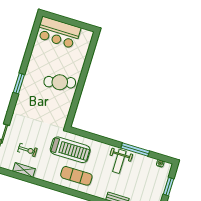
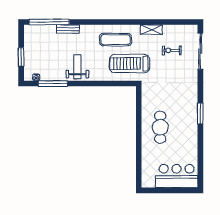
cafe table: (60, 82) -> (160, 127), turned -76
window: (135, 149) -> (53, 84), moved
shelving: (24, 170) -> (151, 30), moved

